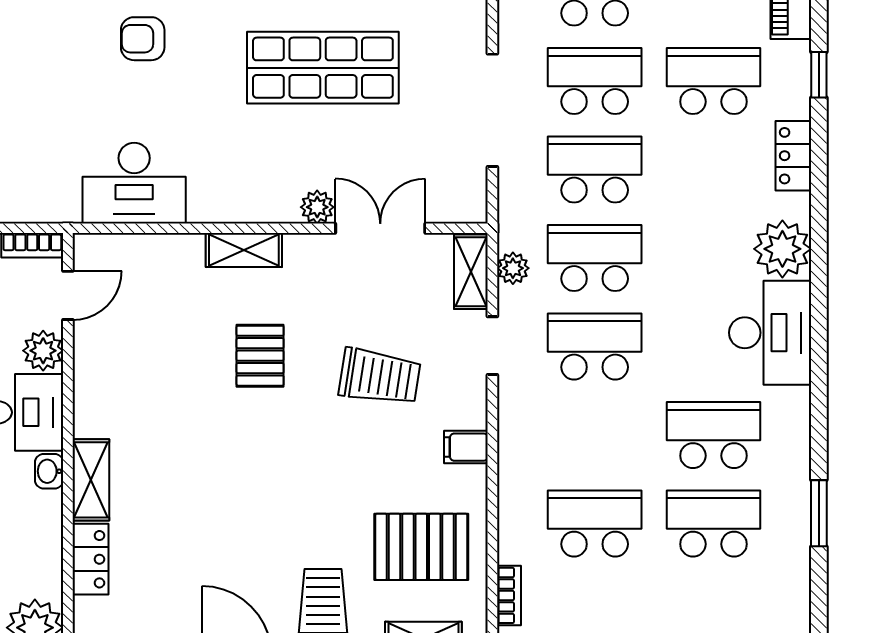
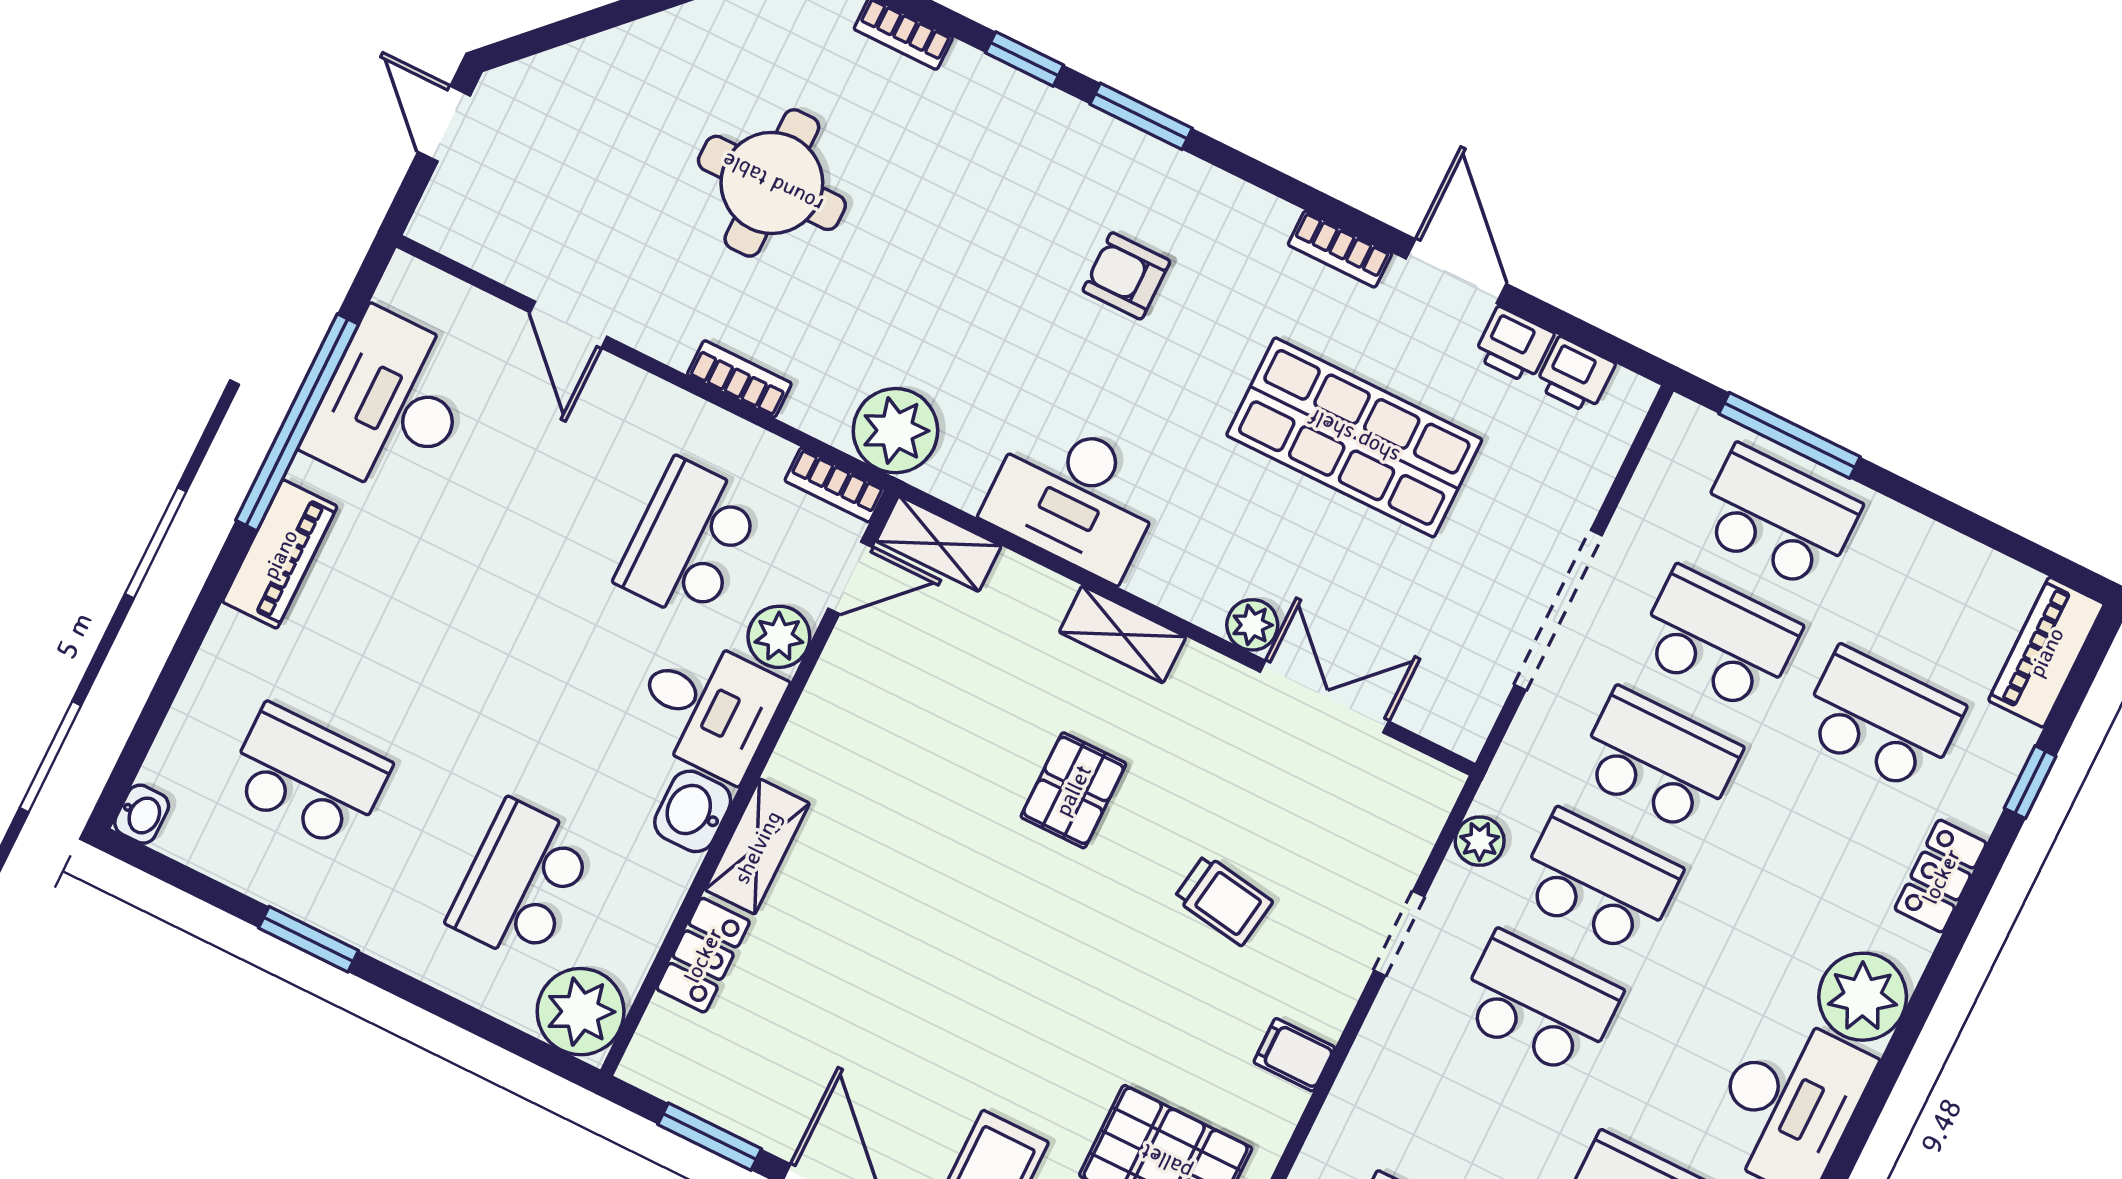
desk: (134, 183) -> (1075, 497), moved
plant: (52, 196) -> (895, 431), added
shelving: (471, 272) -> (939, 544), moved, turned 90
trolley: (380, 377) -> (1223, 900), width x0.73, depth x0.72
washbasin: (49, 471) -> (693, 811), width x1.38, depth x1.45

